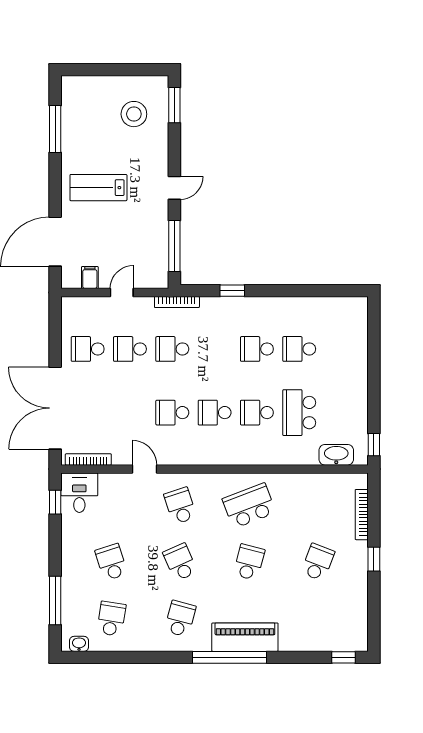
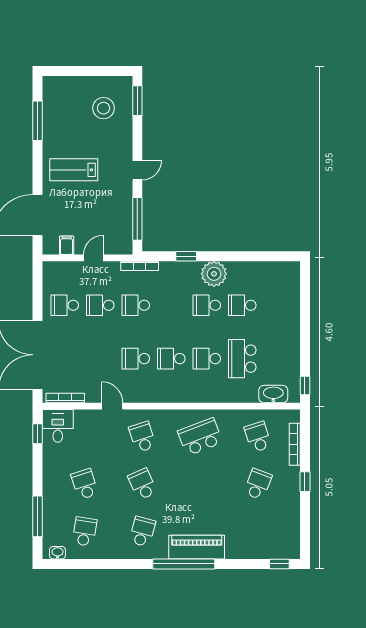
plant: (266, 311) -> (214, 274), added
school desk: (249, 562) -> (258, 437), moved, turned -33

